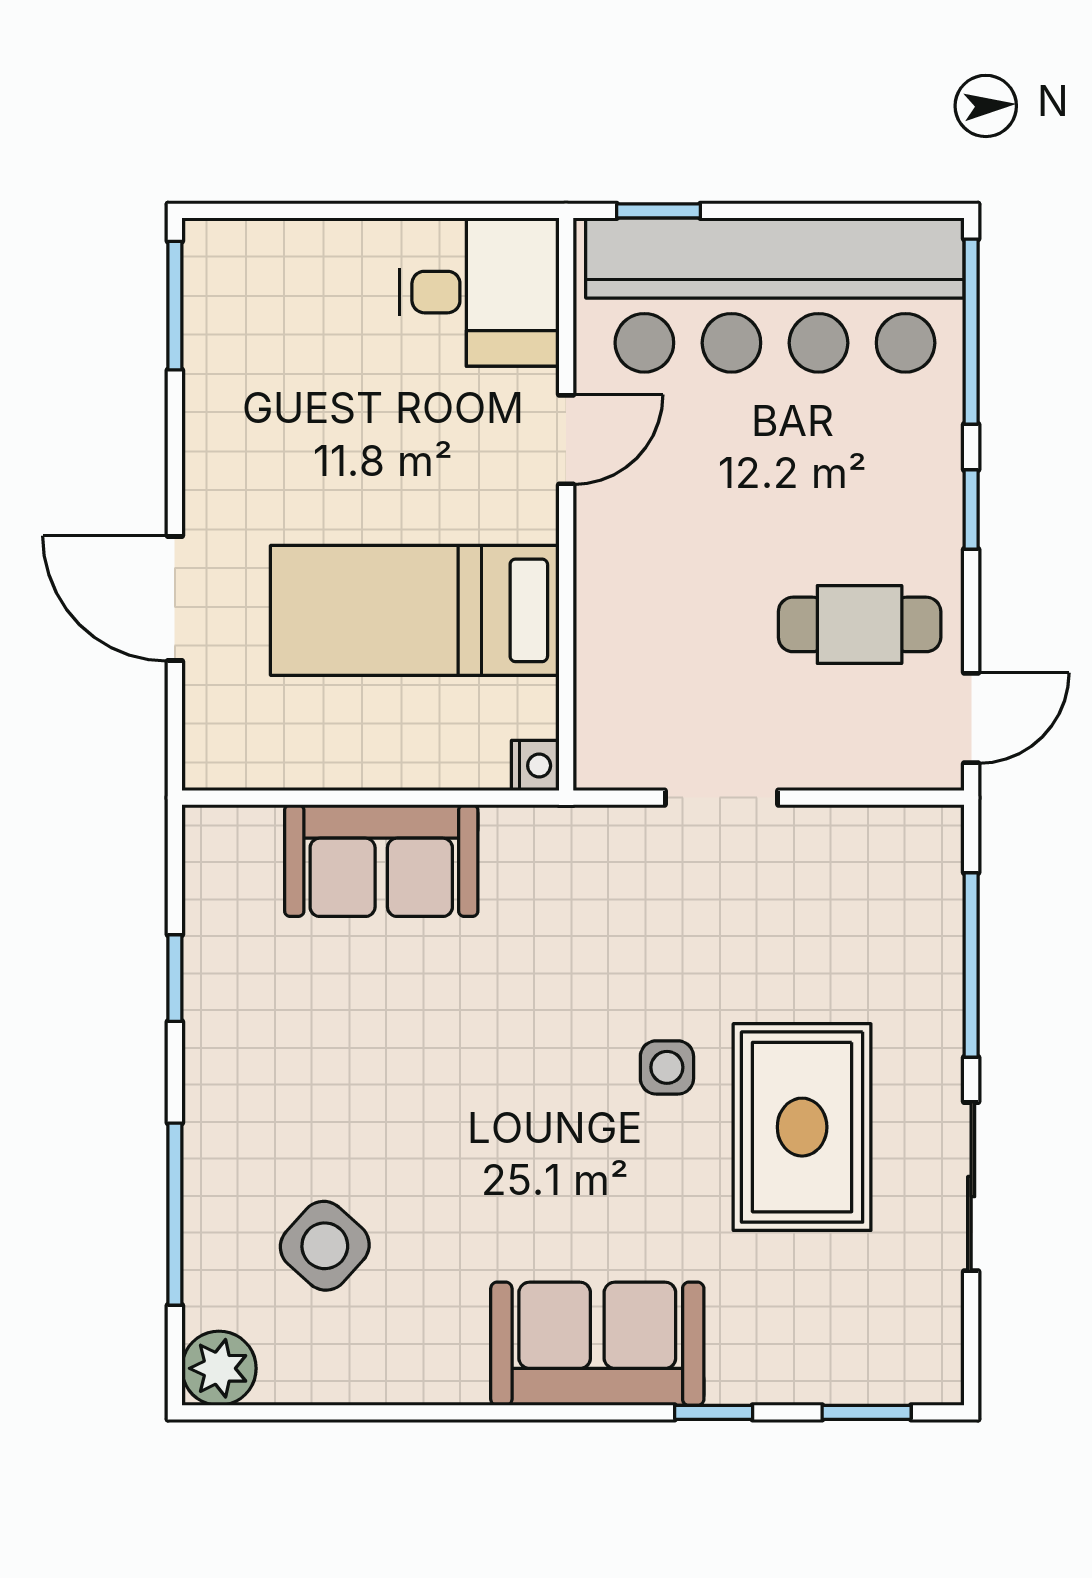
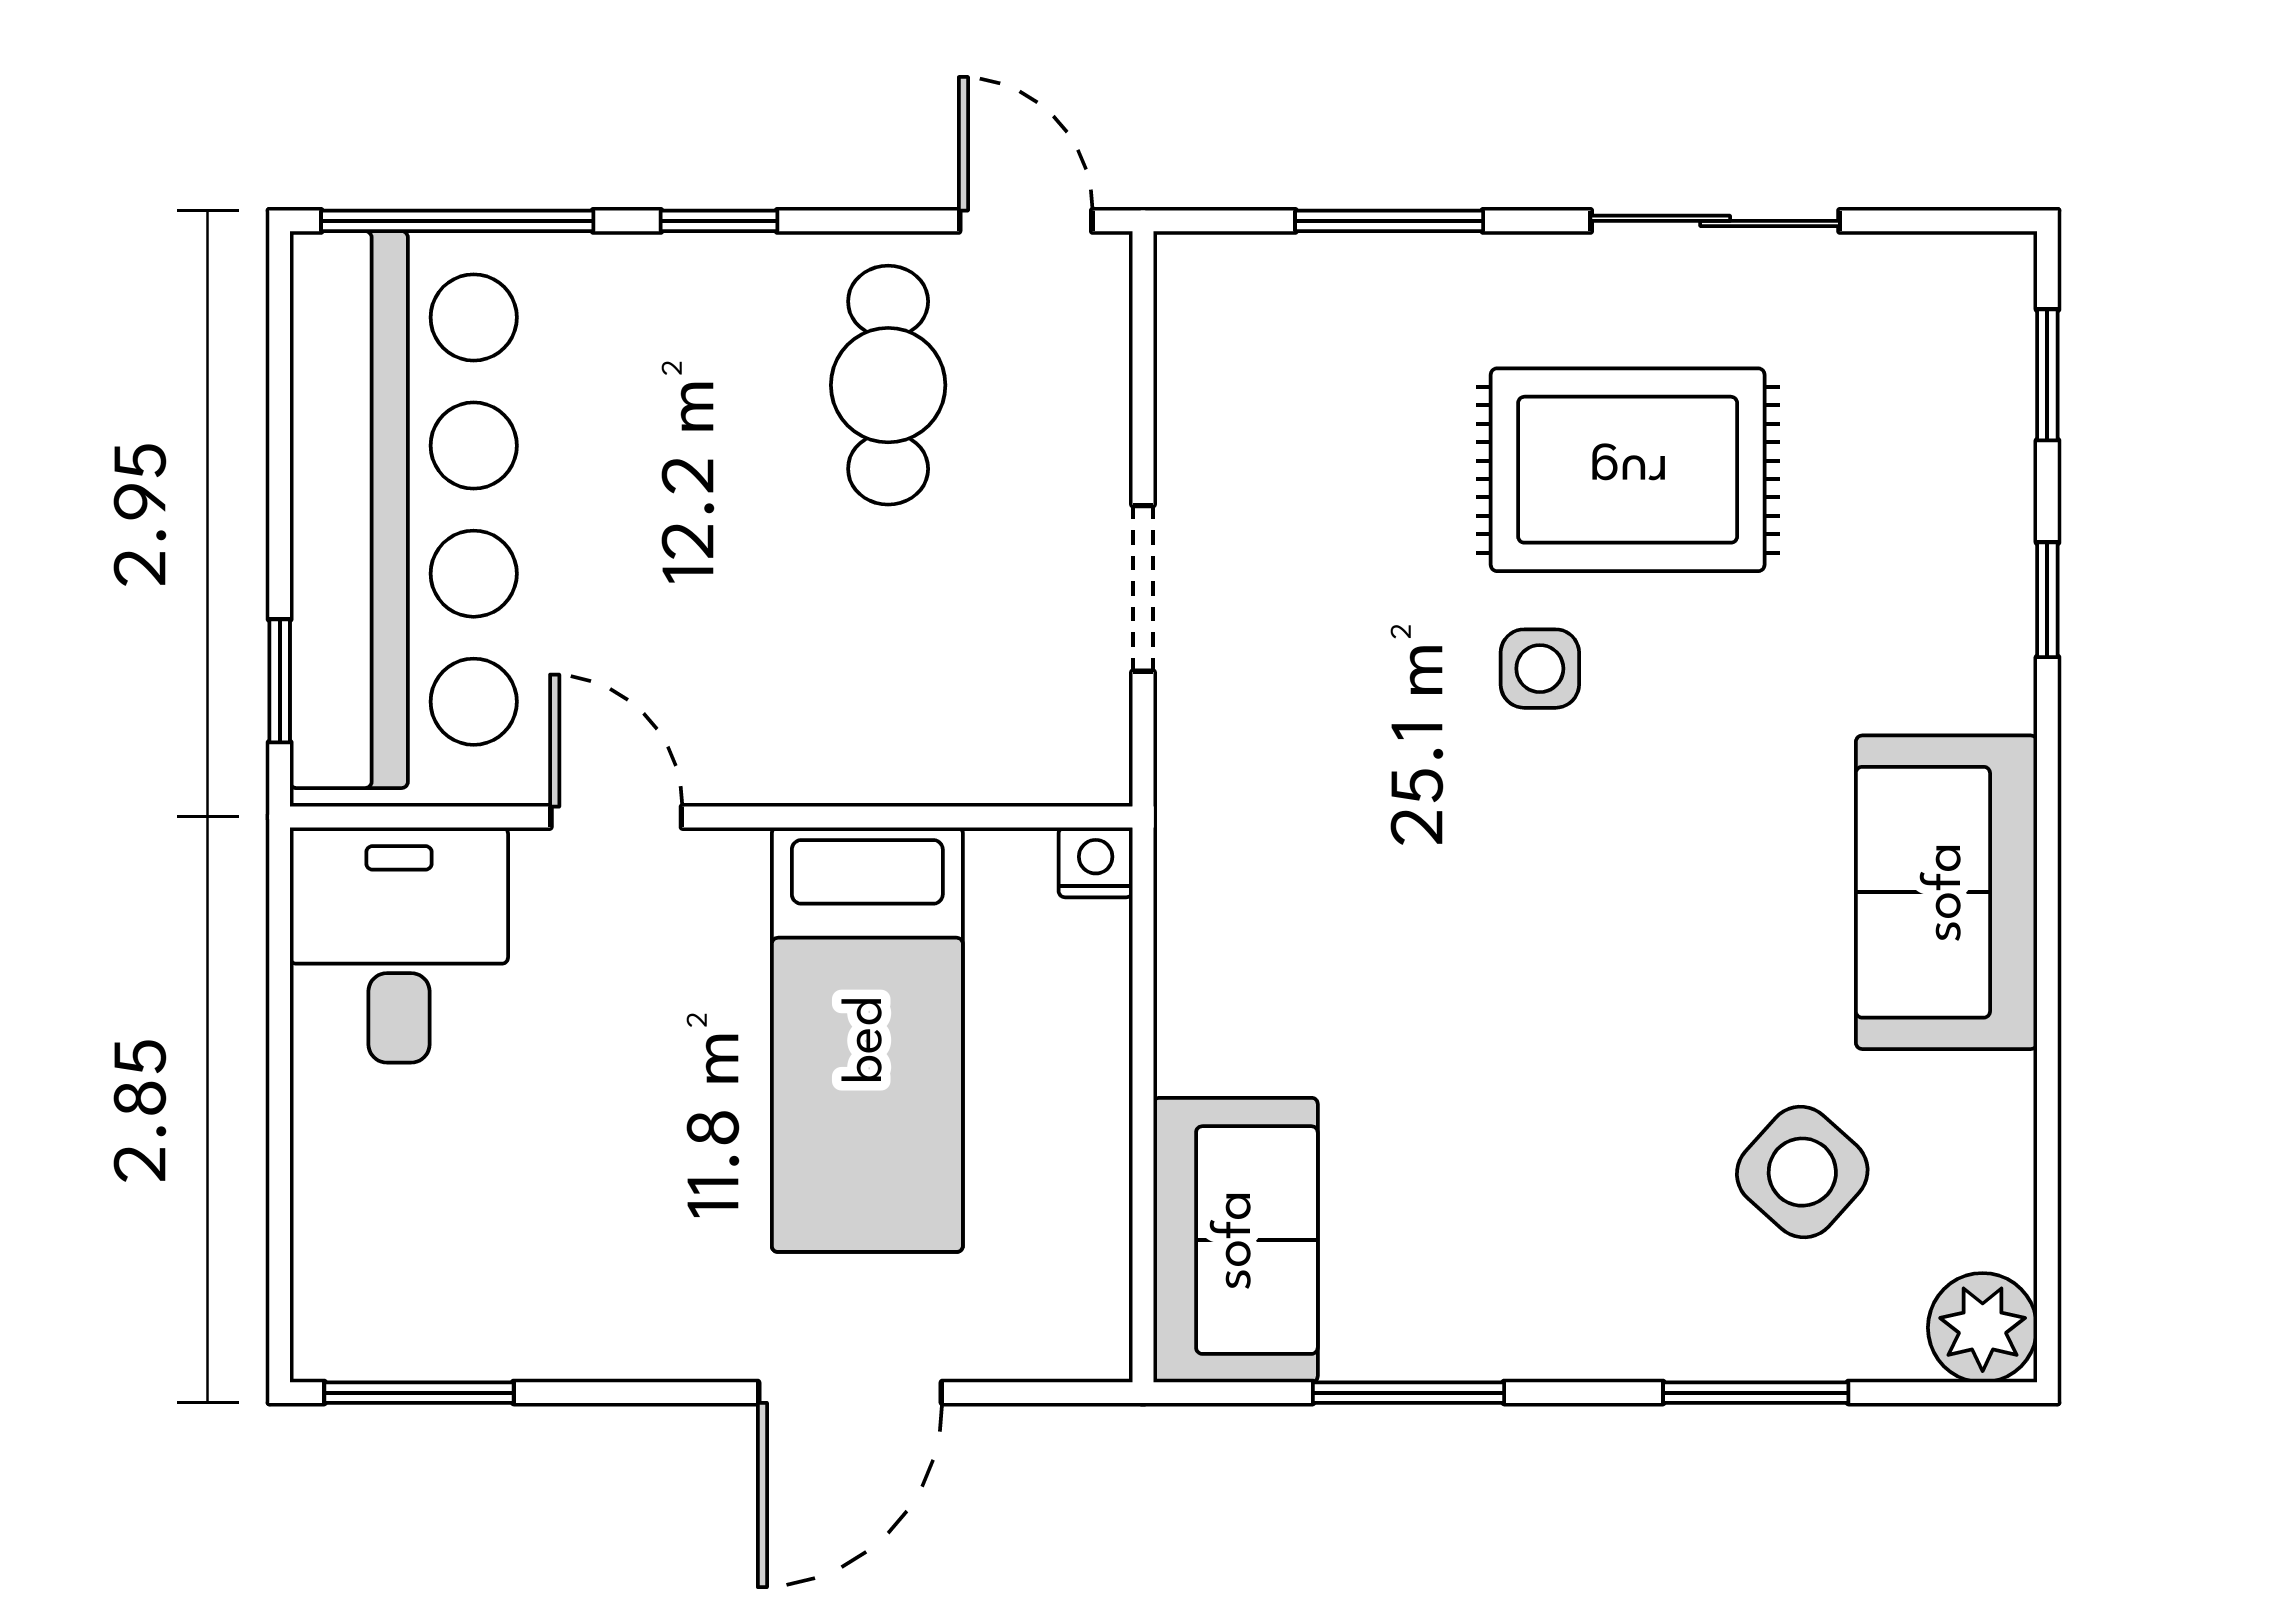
sofa: (381, 861) -> (1236, 1240), moved
window: (971, 965) -> (1389, 221), width x0.69
window: (175, 978) -> (1408, 1393), width x1.50
window: (175, 1214) -> (1756, 1393), width x0.69
sofa: (597, 1344) -> (1946, 892), moved

